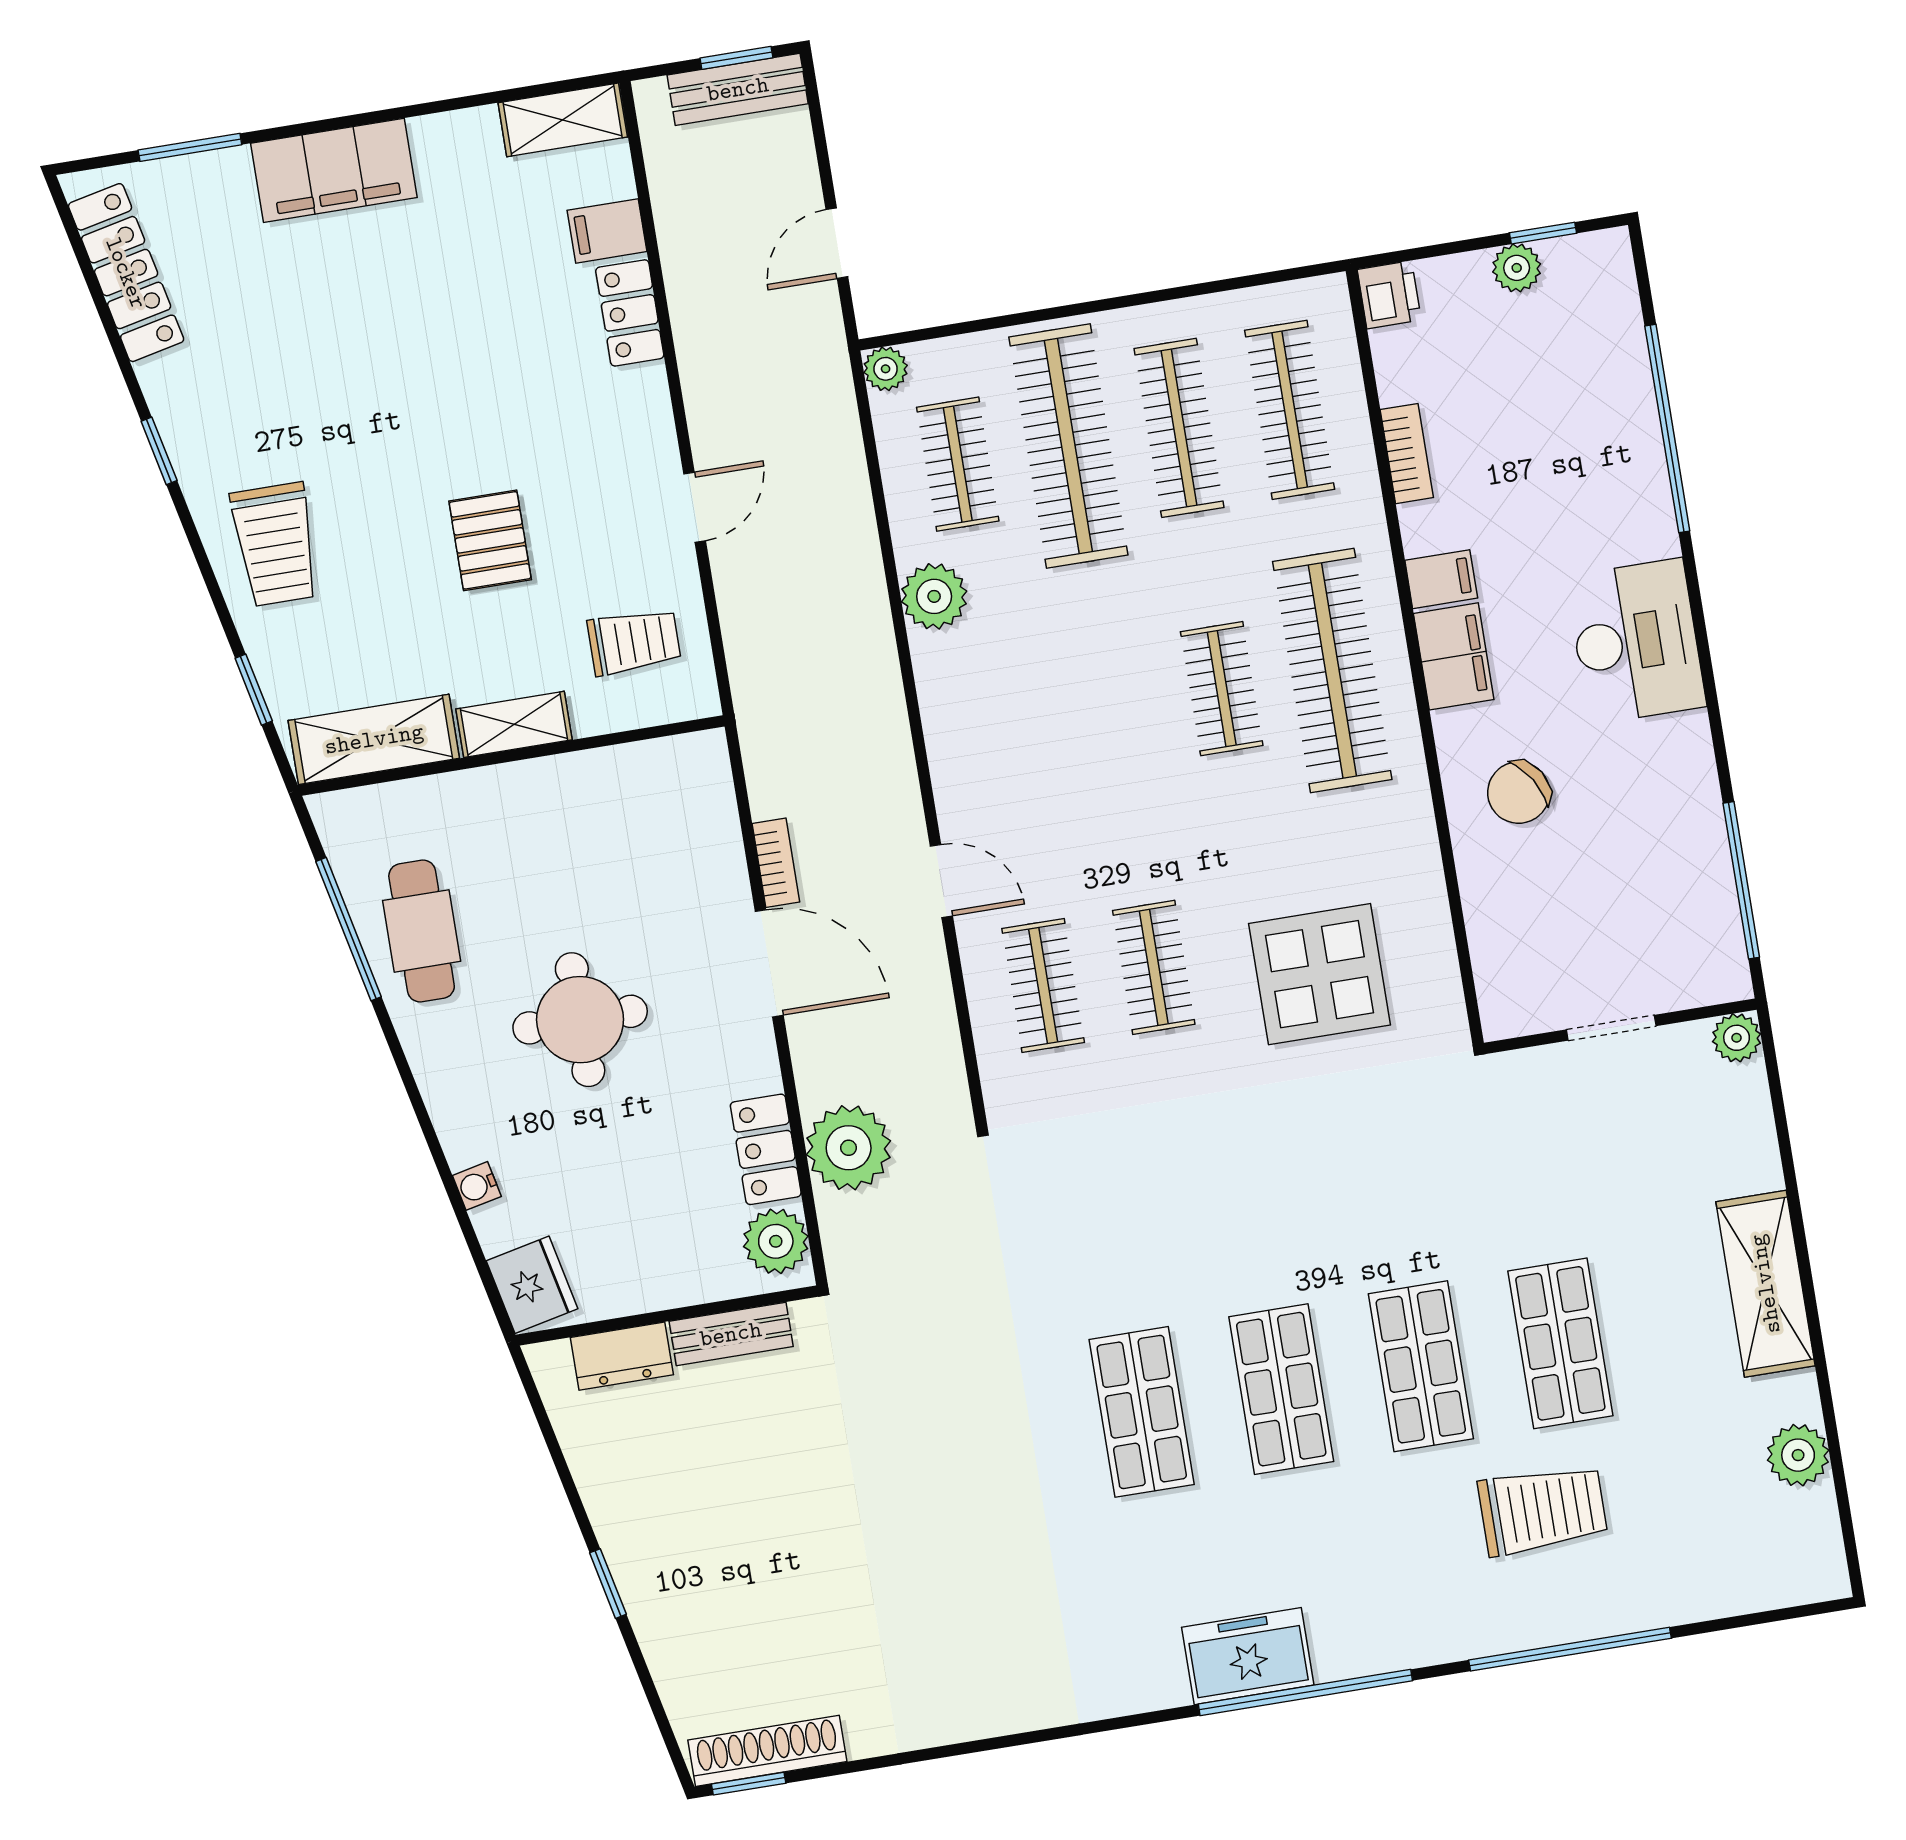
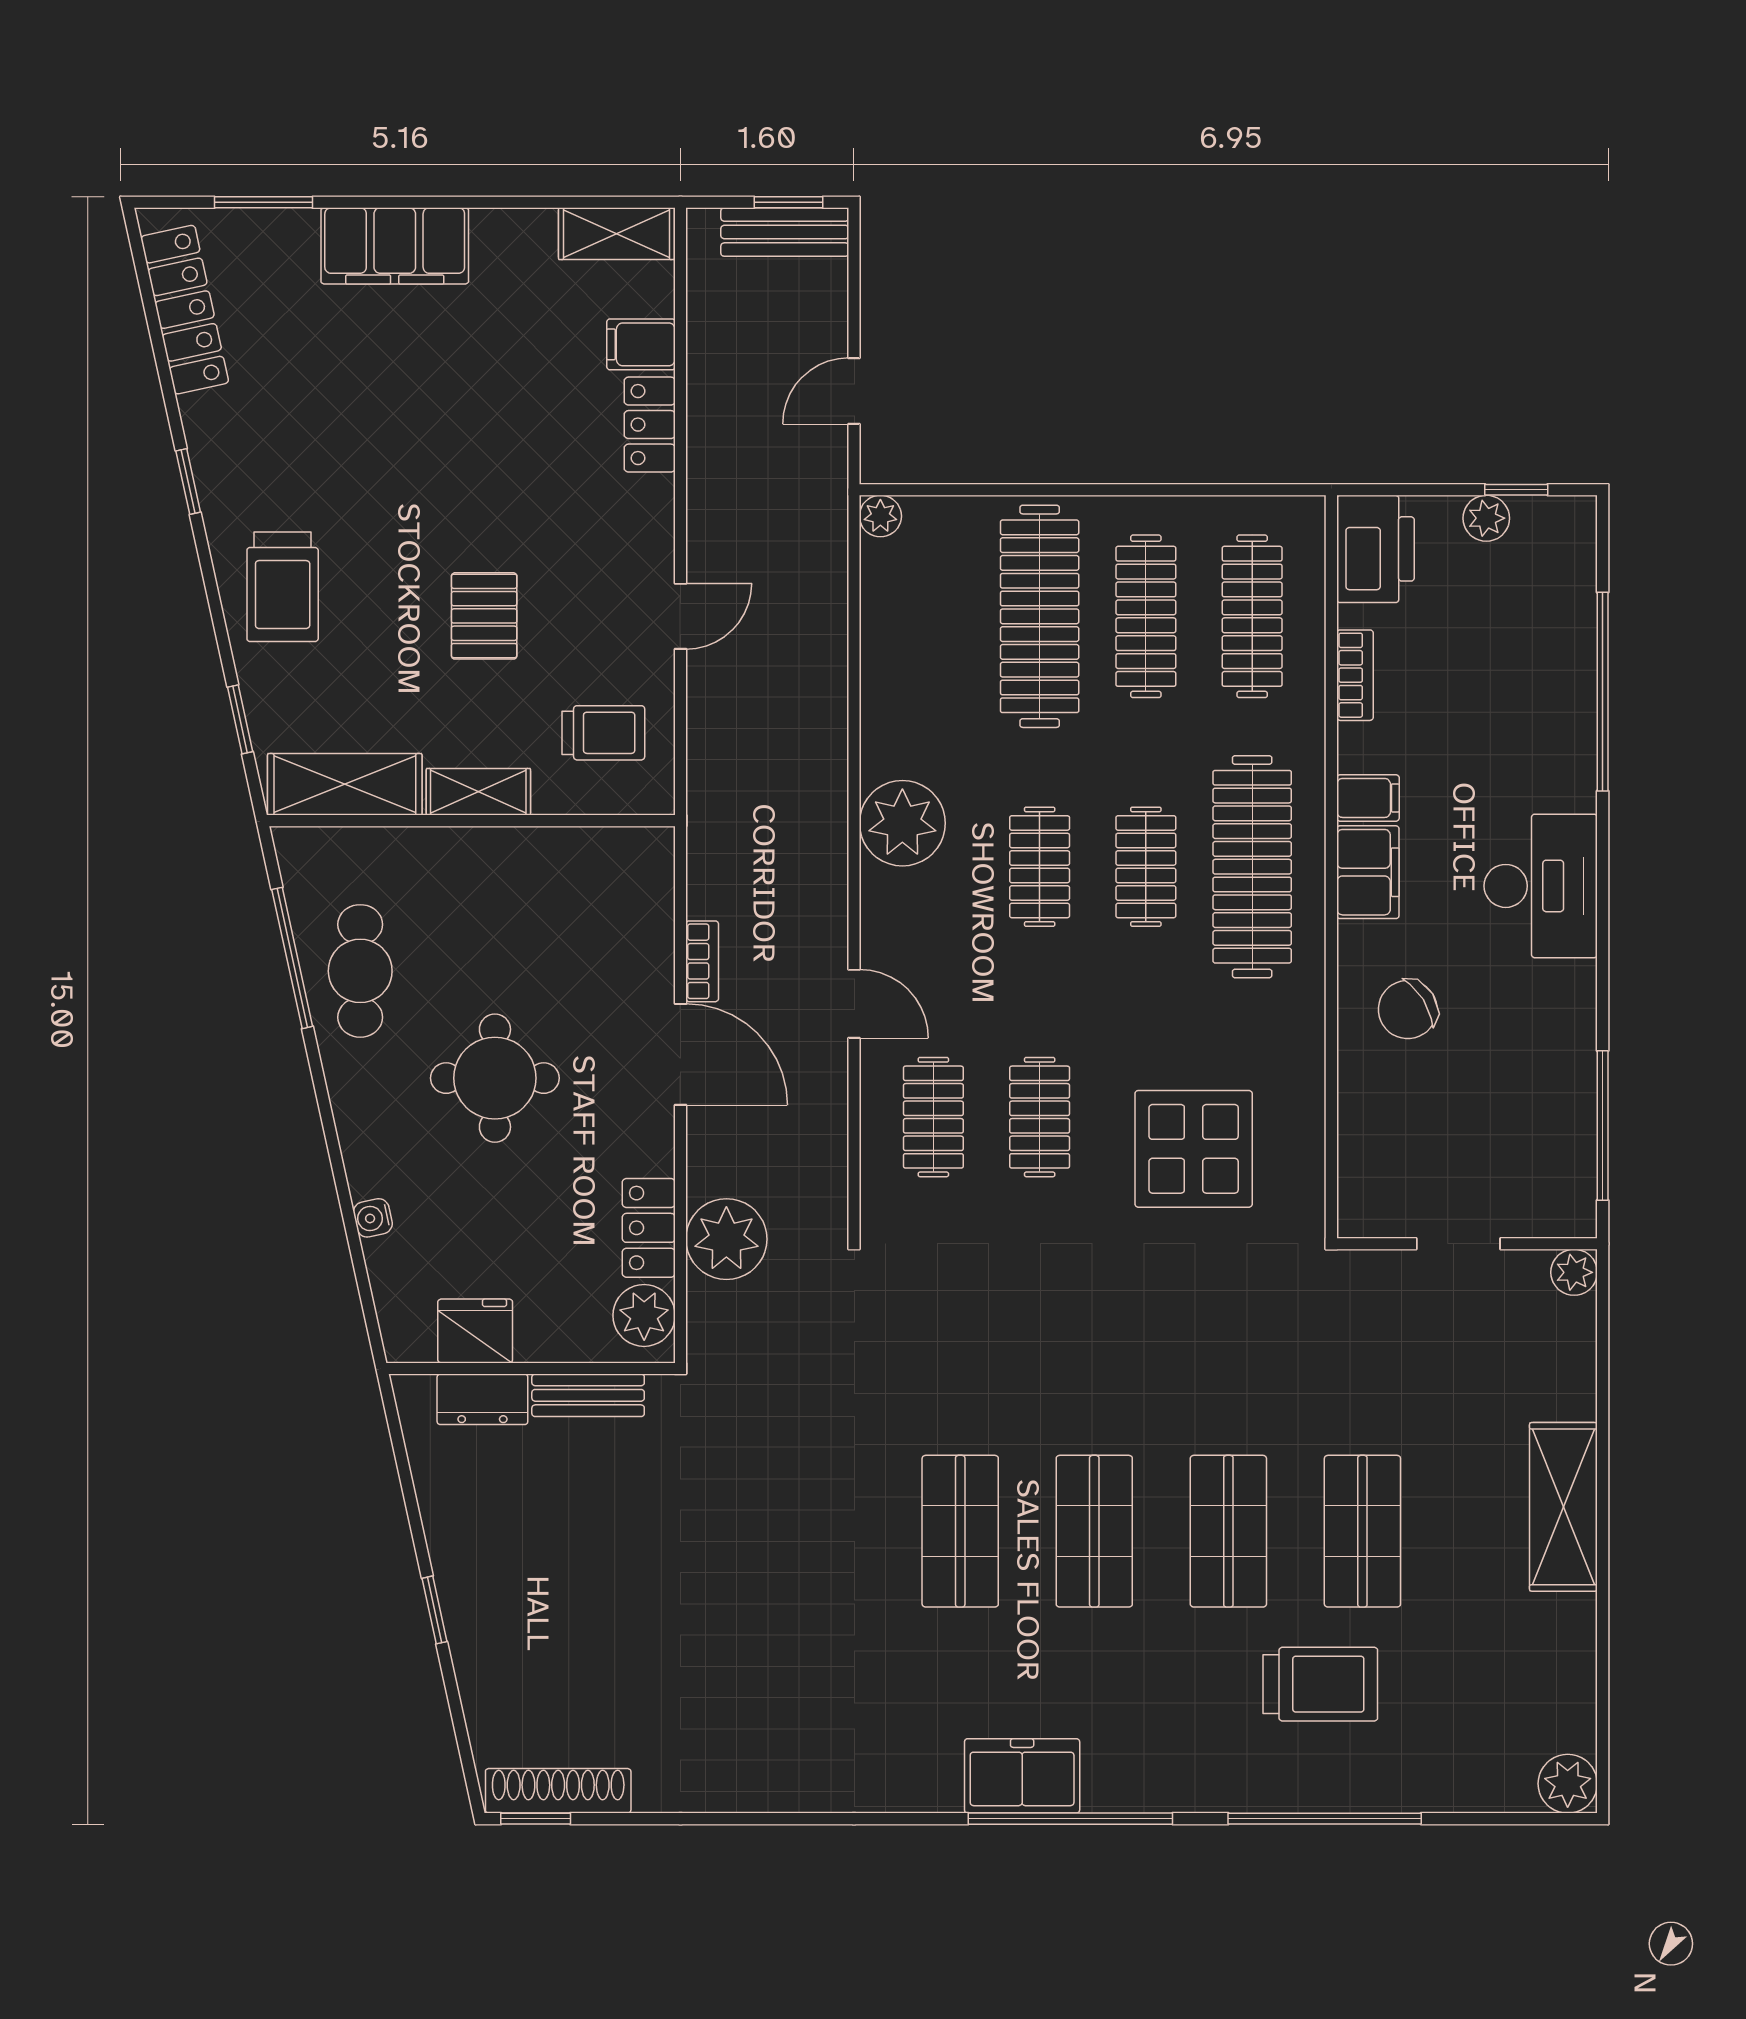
printer: (1389, 295) -> (1375, 549), width x1.87, depth x1.48
clothes rail: (958, 464) -> (1040, 867), moved
plant: (934, 596) -> (902, 823), moved, width x1.36, depth x1.36
fridge: (532, 1285) -> (475, 1331), moved, turned -78
plant: (1798, 1455) -> (1568, 1784), moved

